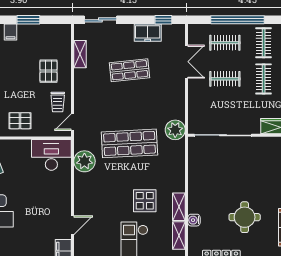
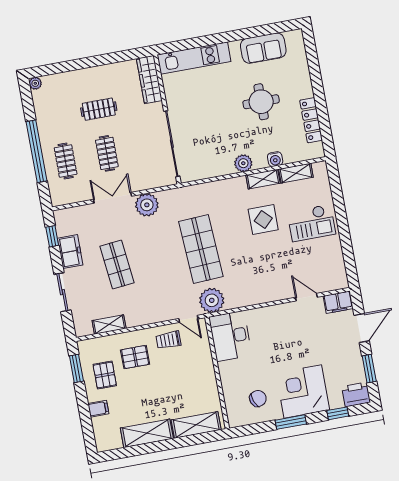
window: (28, 20) -> (76, 369), moved
sliding door: (100, 20) -> (62, 292), moved
clothes rail: (264, 43) -> (57, 117), removed
double door: (187, 62) -> (113, 198), moved
trolley: (58, 102) -> (168, 340), turned 180
pallet: (20, 121) -> (105, 375), moved
plant: (175, 130) -> (147, 205), moved
plant: (84, 161) -> (212, 300), moved
plant: (195, 193) -> (243, 163), added

